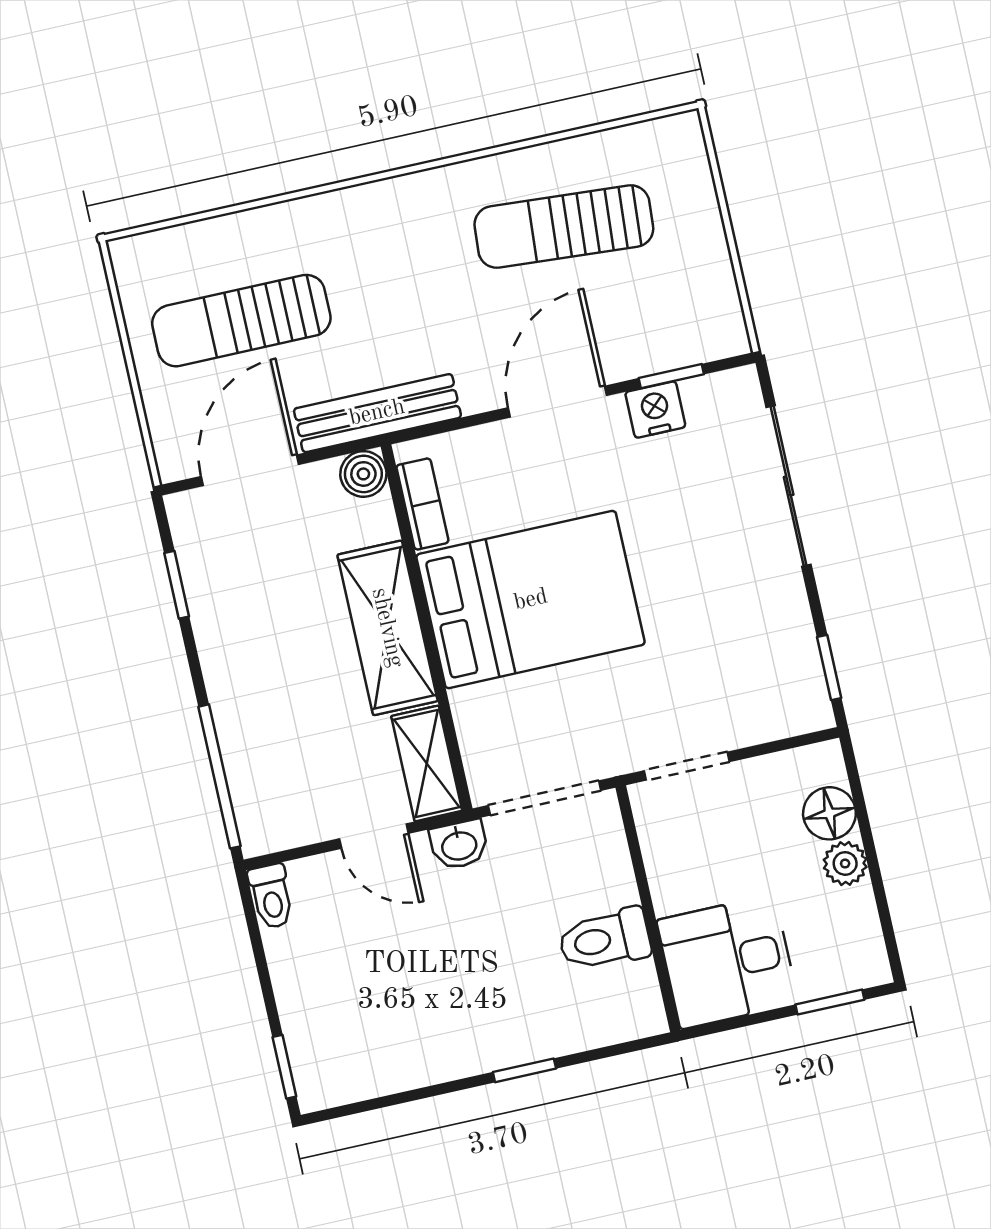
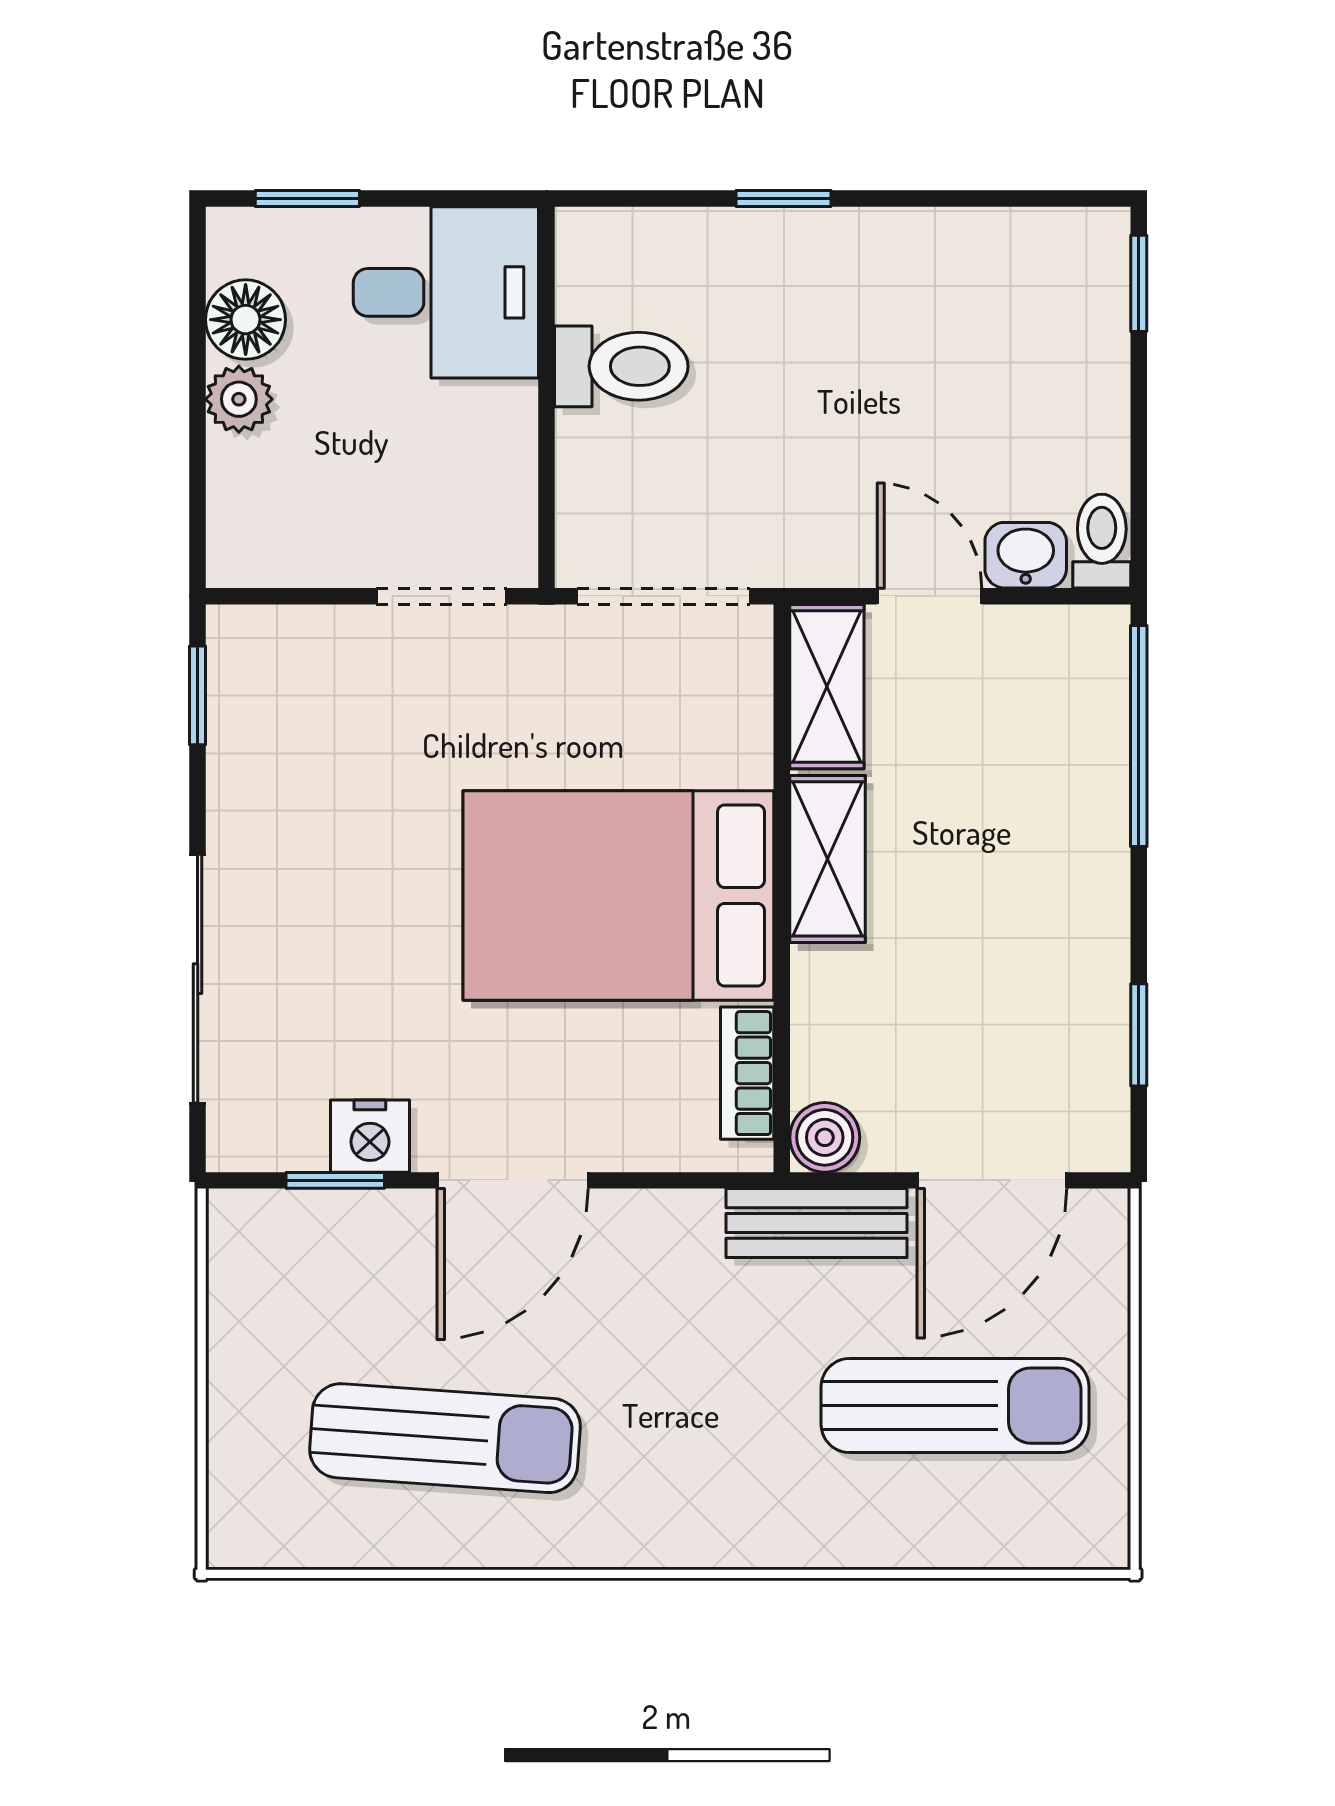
bench: (377, 413) -> (817, 1223), width x0.73
shelving: (387, 628) -> (828, 859), width x0.67, depth x0.75
floor lamp: (829, 813) -> (246, 320), moved
washbasin: (459, 845) -> (1026, 555), moved

